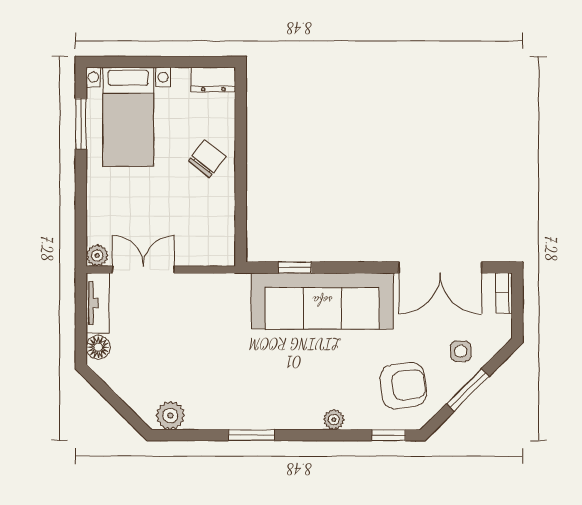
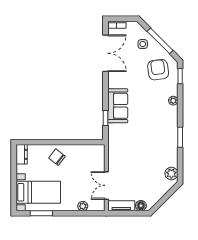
plant: (97, 256) -> (83, 206), moved
sofa: (322, 301) -> (118, 106), width x0.54, depth x0.79
window: (468, 390) -> (160, 41), width x1.44

